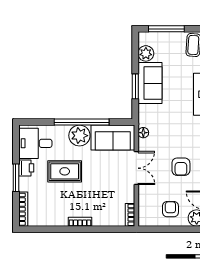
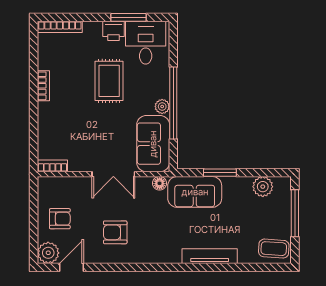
sofa: (150, 83) -> (195, 192), moved
plant: (79, 136) -> (162, 106), width x0.53, depth x0.53
window: (16, 178) -> (128, 17), moved
bookcase: (80, 222) -> (43, 86), moved

